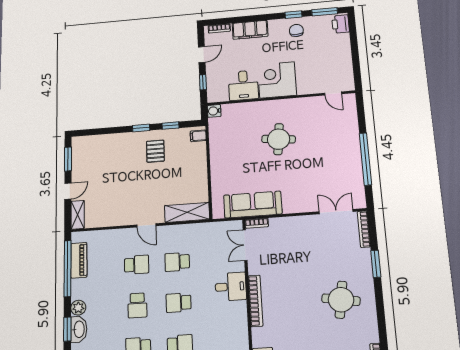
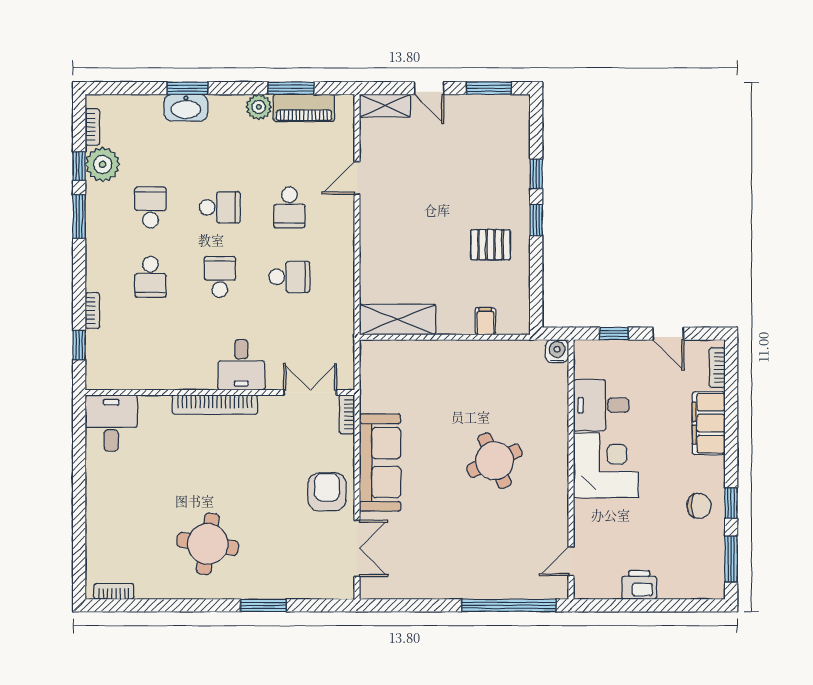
printer: (341, 24) -> (639, 585), moved
window: (171, 126) -> (536, 174), moved
filing cabinet: (198, 136) -> (485, 321), moved
round table: (279, 139) -> (494, 461), turned -30
window: (365, 159) -> (509, 605), moved
sofa: (253, 205) -> (380, 463), moved
shelving: (187, 212) -> (398, 319), moved, turned 90
door: (146, 225) -> (357, 178), moved
bookcase: (364, 229) -> (323, 591), removed
armchair: (304, 231) -> (327, 492), added
school desk: (177, 262) -> (289, 277), turned 90
window: (68, 268) -> (291, 88), width x0.47
school desk: (137, 305) -> (220, 207), turned 180
plant: (78, 308) -> (259, 107), moved

